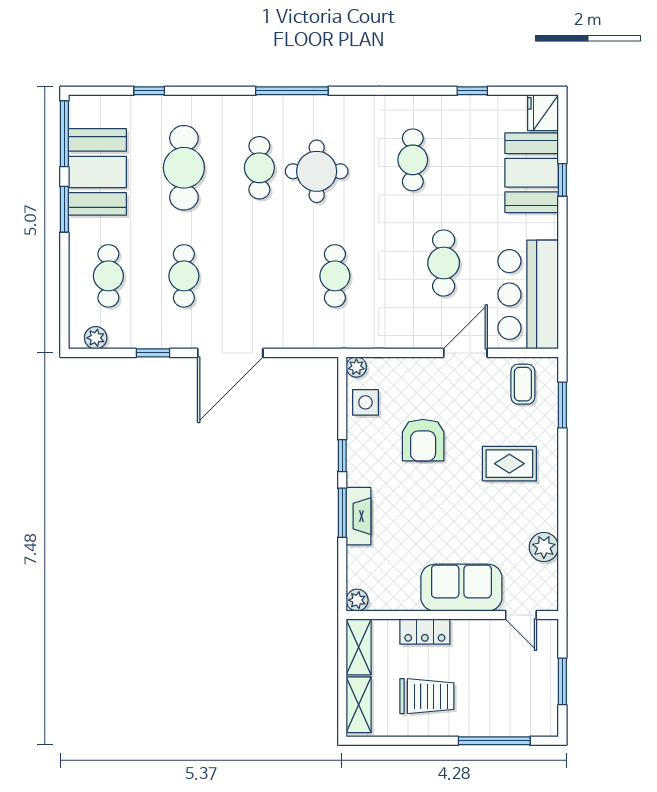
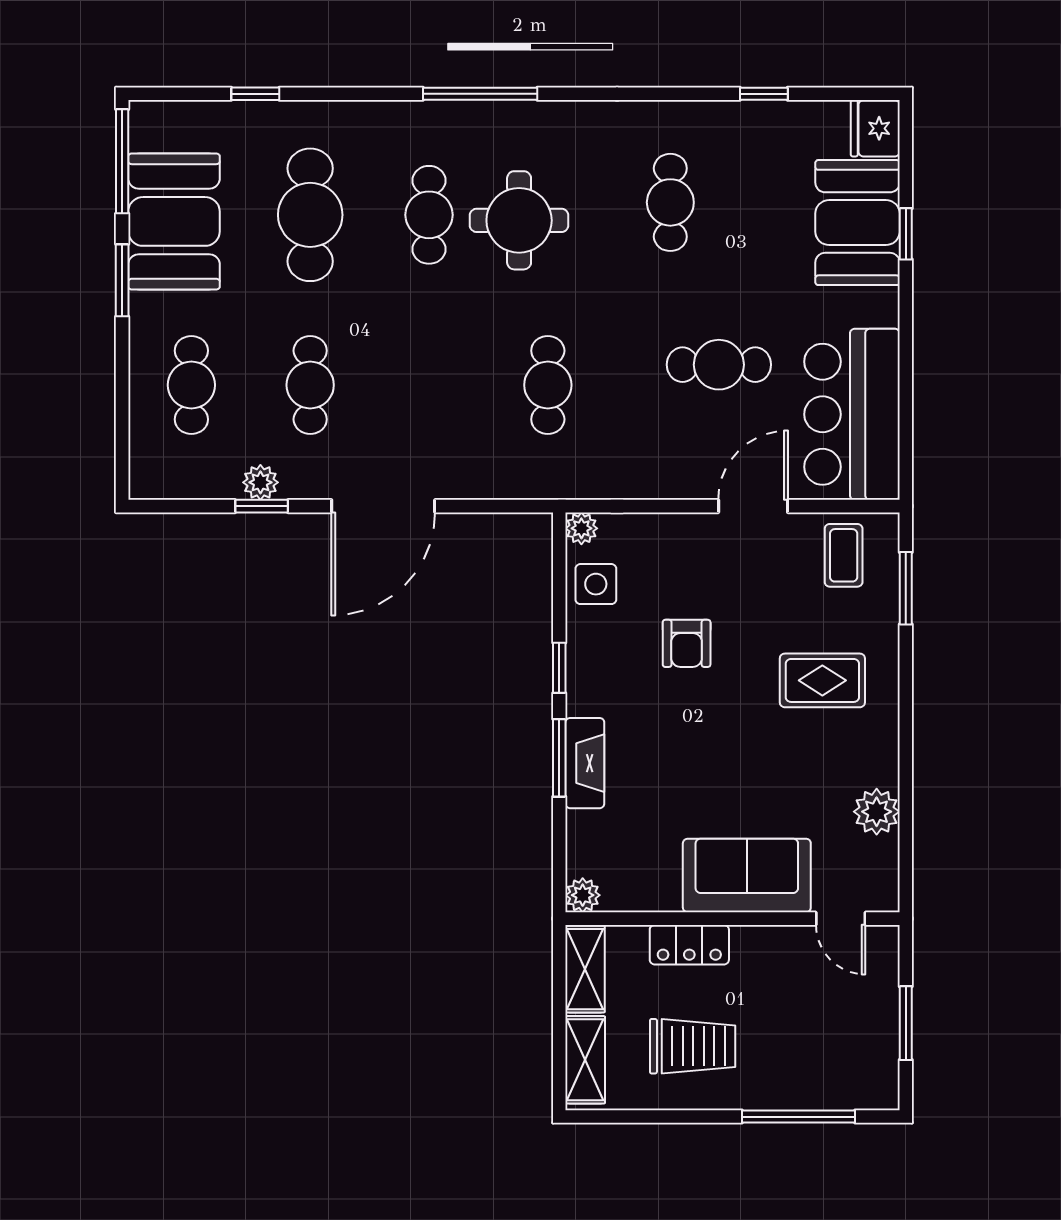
cafe table: (444, 263) -> (719, 365), turned 90
plant: (96, 338) -> (260, 482), moved
armchair: (423, 440) -> (687, 643), width x0.72, depth x0.72

